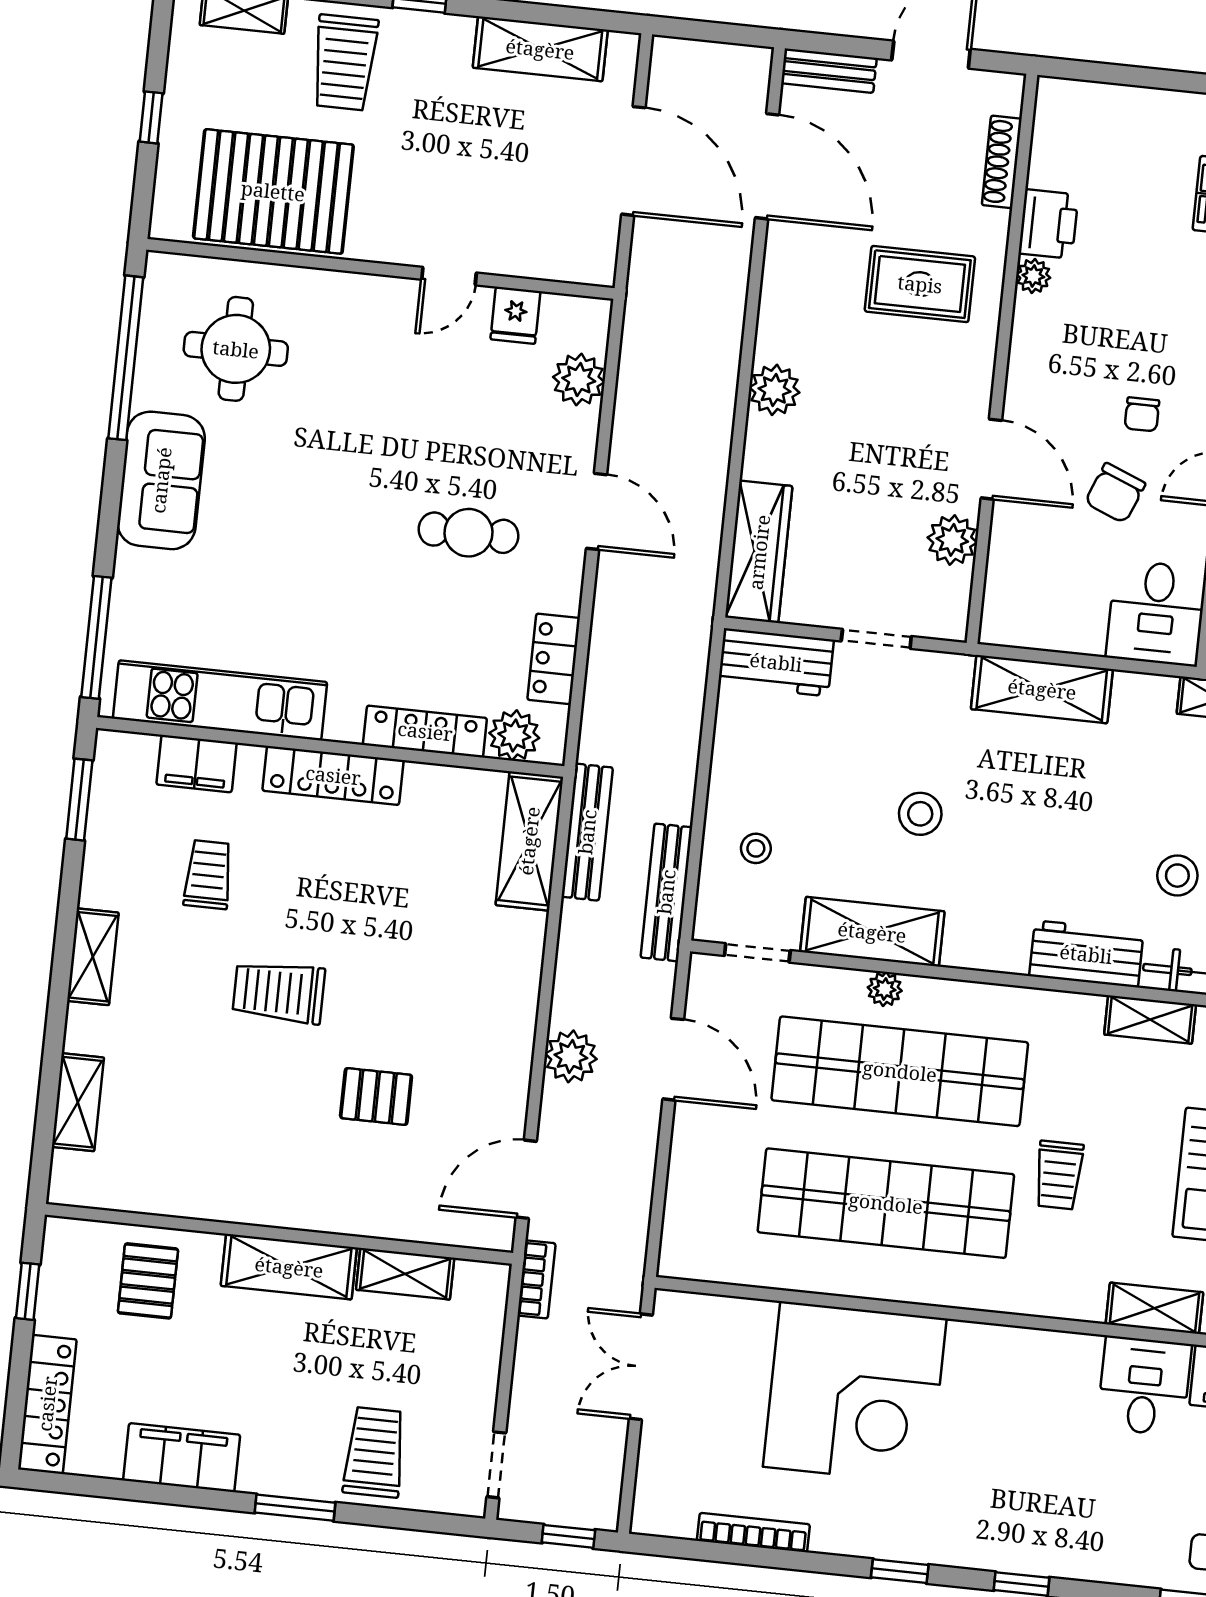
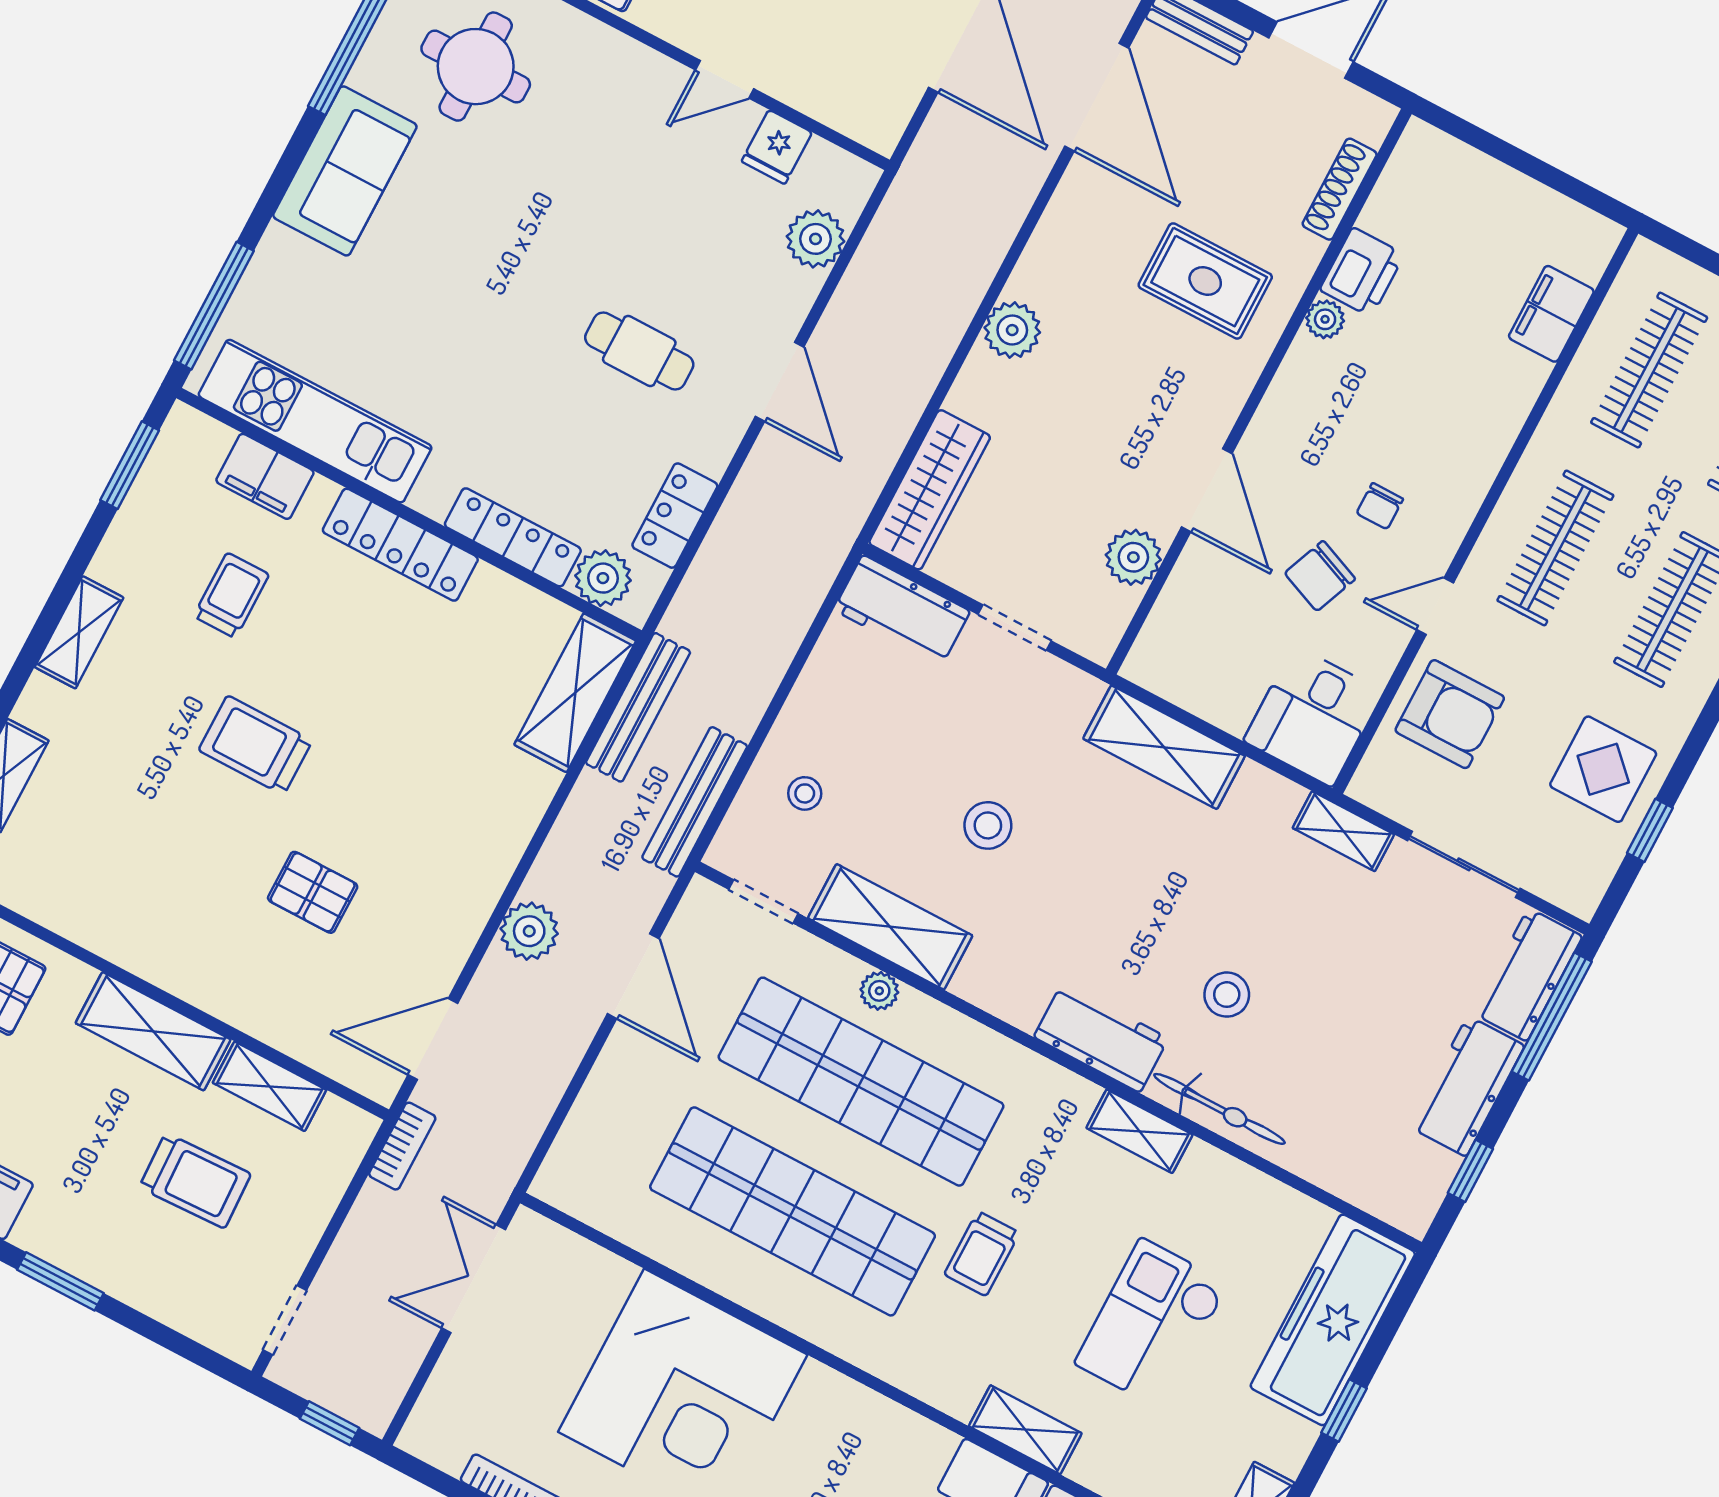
trolley: (375, 1452) -> (195, 1181), moved, turned 88

